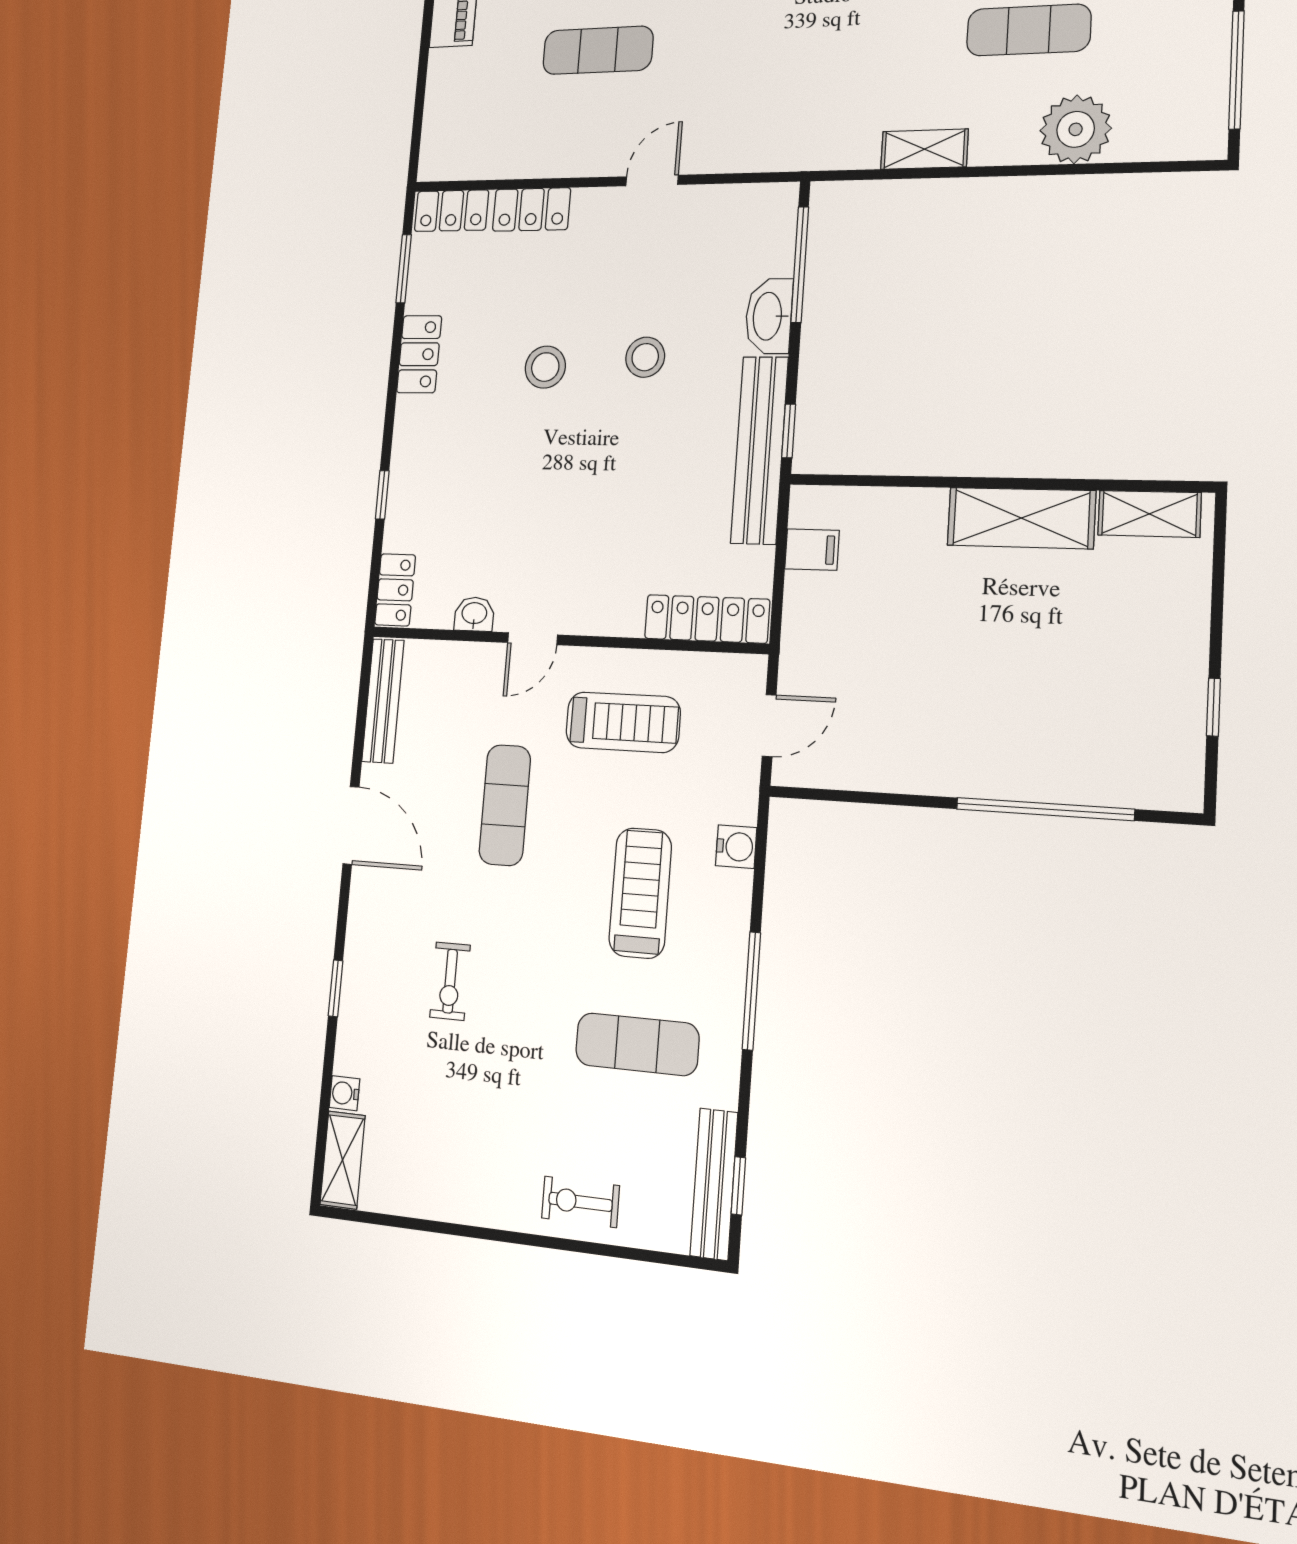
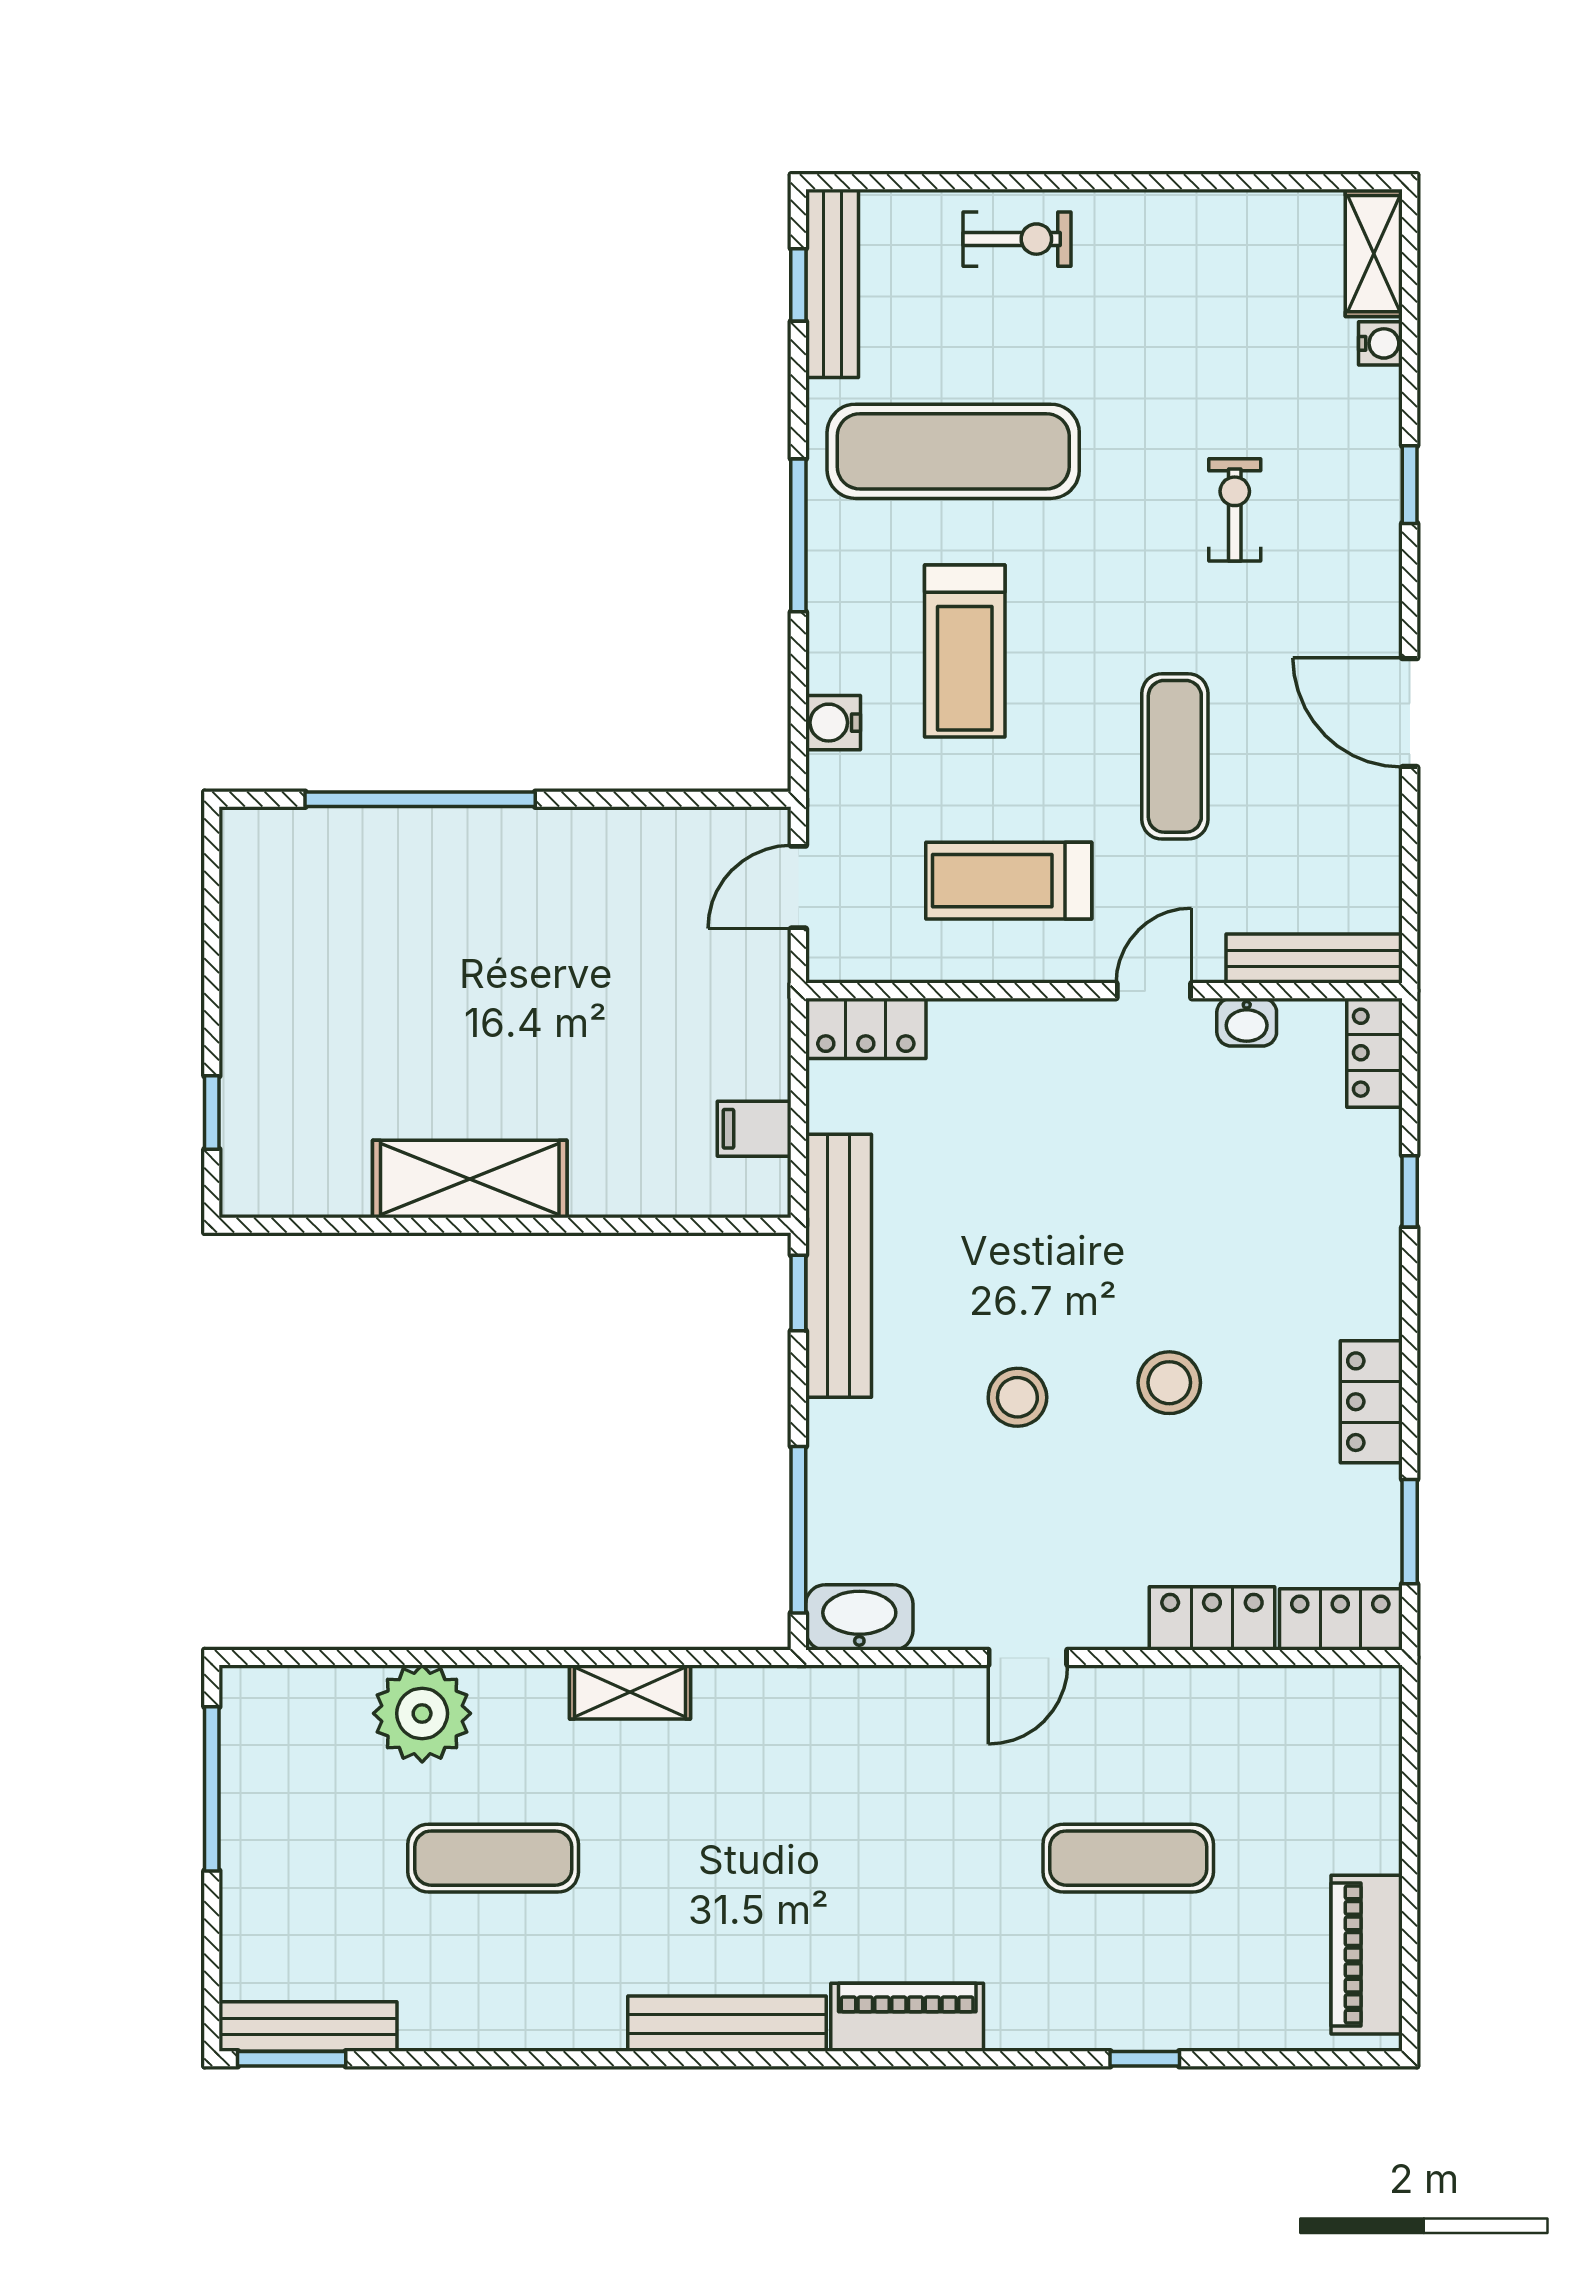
washbasin: (769, 316) -> (859, 1617), moved, turned -90
shelving: (1149, 514) -> (302, 1188), removed
locker: (707, 619) -> (866, 1028), width x0.66
bench: (383, 701) -> (1314, 959), moved, turned 90
window: (1213, 707) -> (212, 1113), moved
exercise mat: (637, 1044) -> (953, 451), width x1.36, depth x1.45

